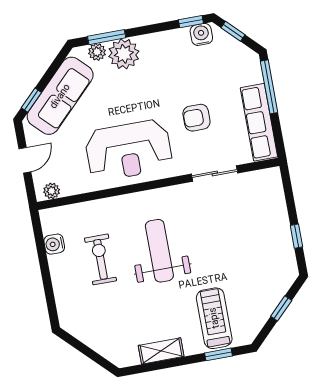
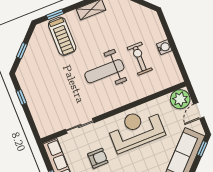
plant: (52, 191) -> (180, 99), width x1.88, depth x1.88
water cooler: (54, 244) -> (164, 47), moved
weight bench: (159, 251) -> (104, 71), turned 90
exercise bike: (101, 259) -> (140, 59), turned 180

